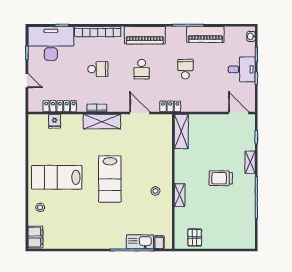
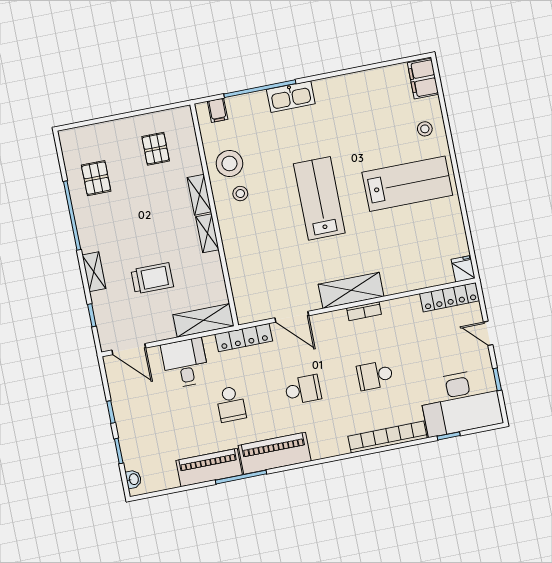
piano: (145, 35) -> (275, 453), moved
school desk: (142, 69) -> (303, 390), turned 90
desk: (242, 69) -> (185, 363), moved, turned 90
locker: (60, 106) -> (450, 297), moved
locker: (170, 106) -> (244, 338), width x1.53
fridge: (55, 121) -> (463, 269), moved
shelving: (181, 131) -> (204, 320), moved, turned 90
shelving: (179, 172) -> (207, 233), added
trolley: (221, 178) -> (152, 278), moved
stool: (158, 210) -> (229, 163), added
pallet: (238, 217) -> (96, 178), added
pallet: (195, 237) -> (156, 149), moved
kitchen sink: (140, 242) -> (291, 97), moved

